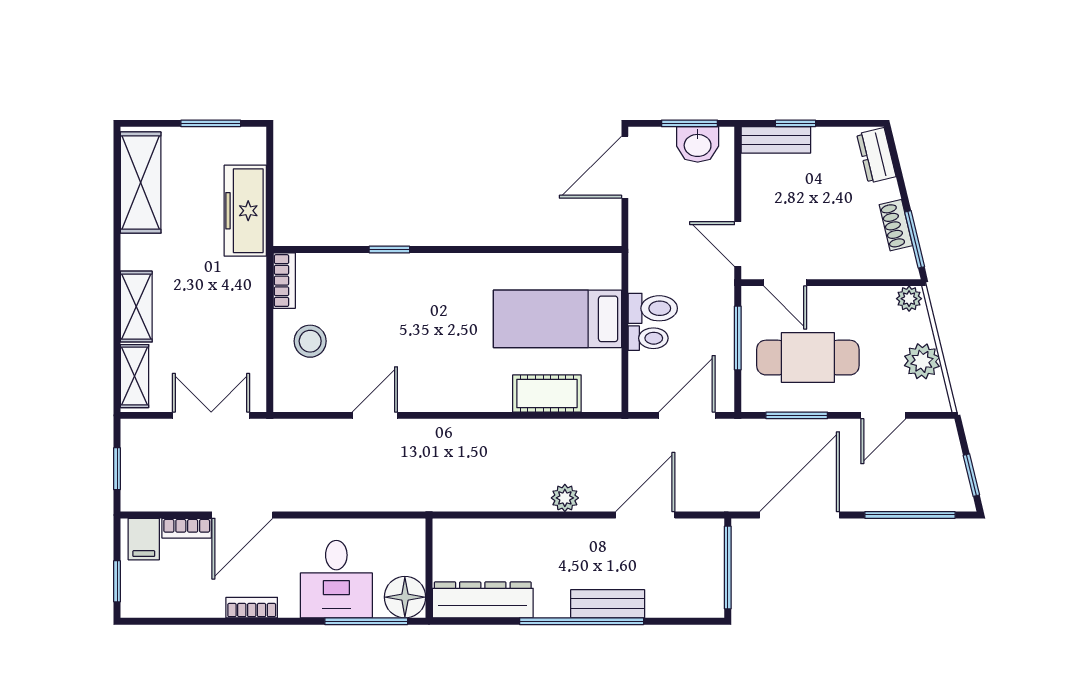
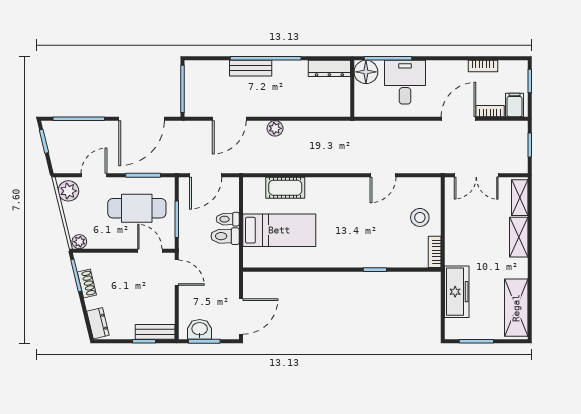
plant: (922, 361) -> (68, 191), moved
dresser: (483, 600) -> (329, 68), width x0.73, depth x0.80
bookcase: (252, 608) -> (483, 66), moved

